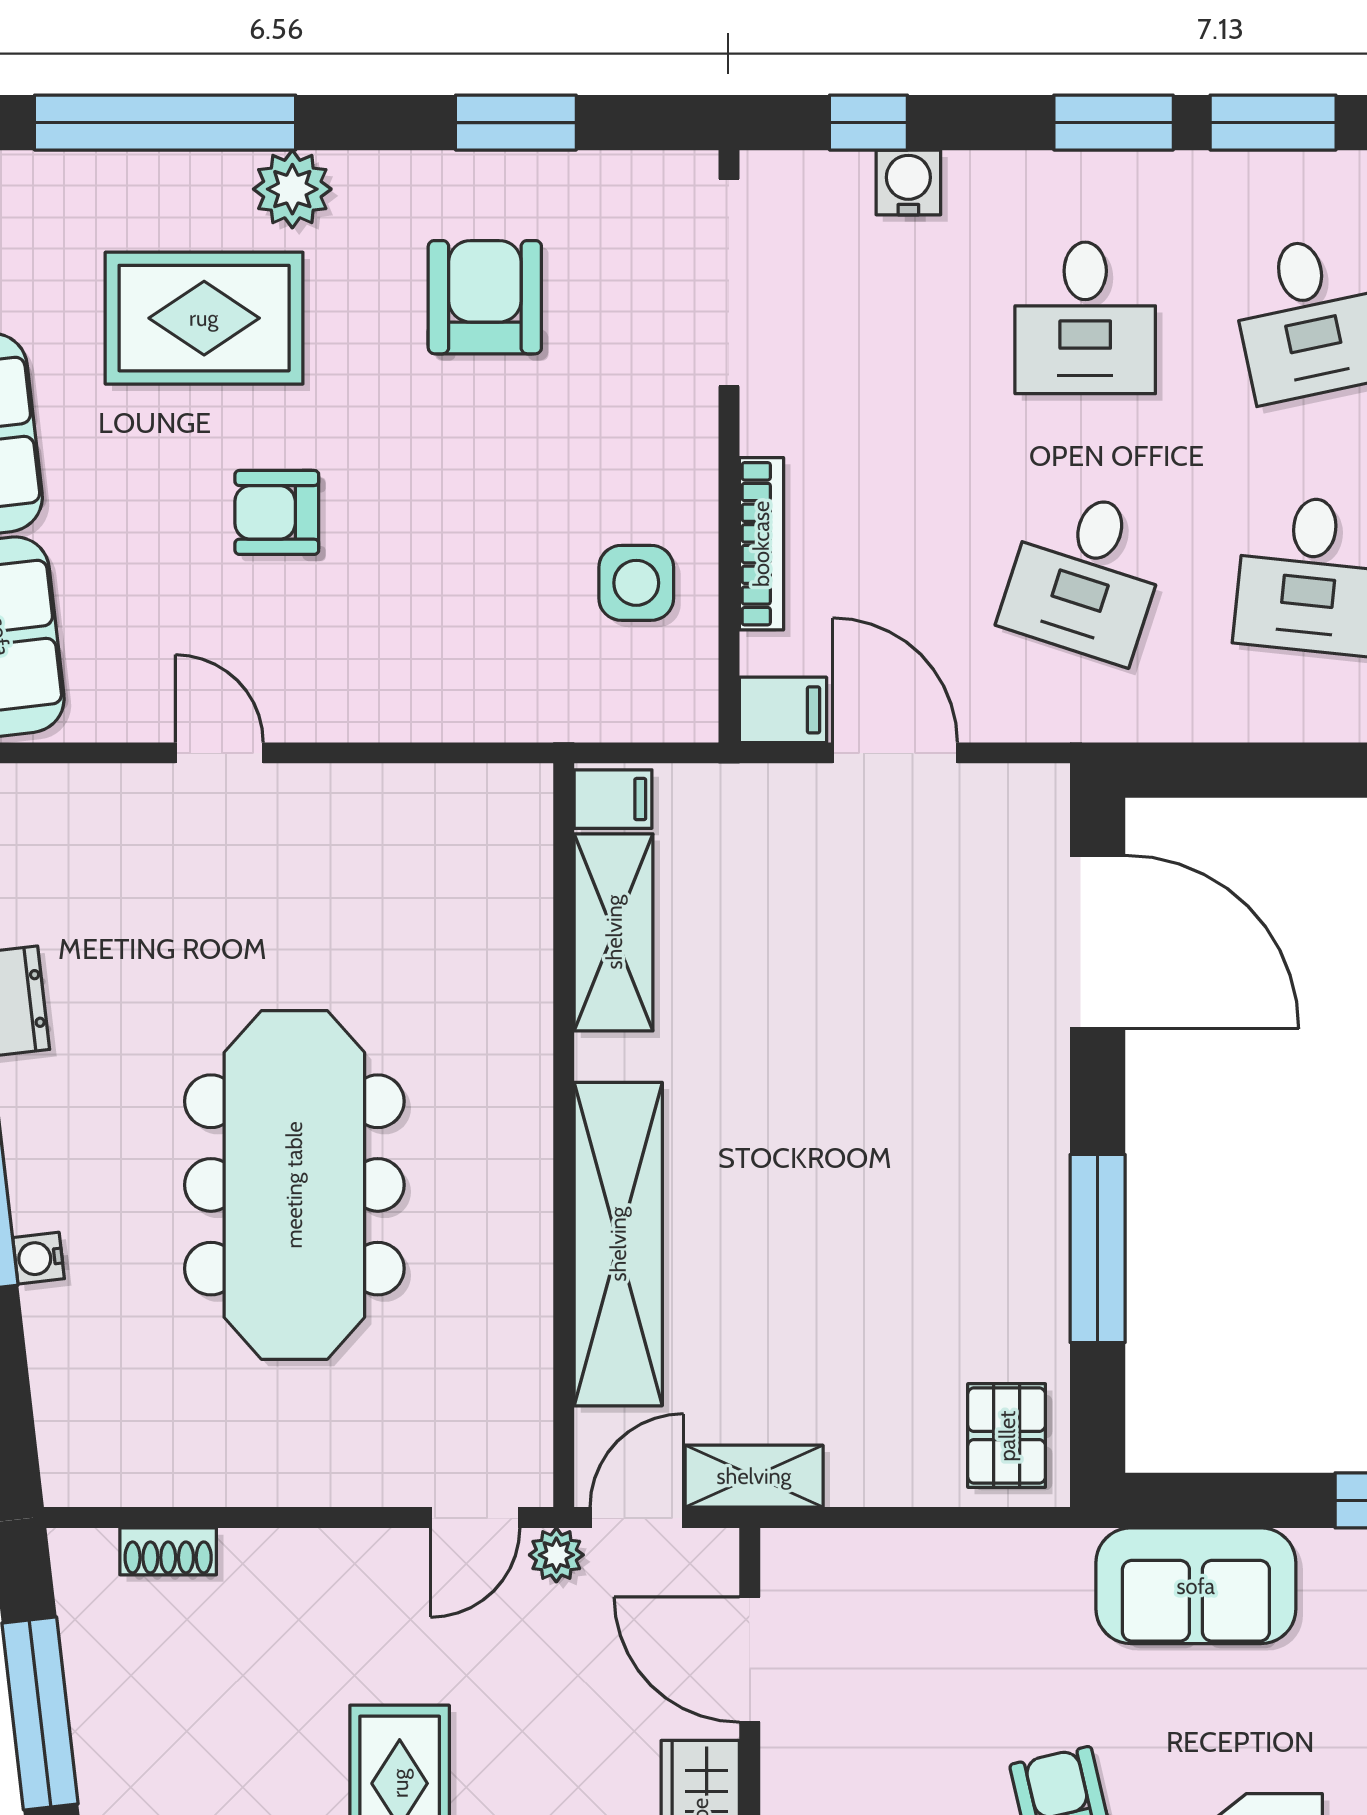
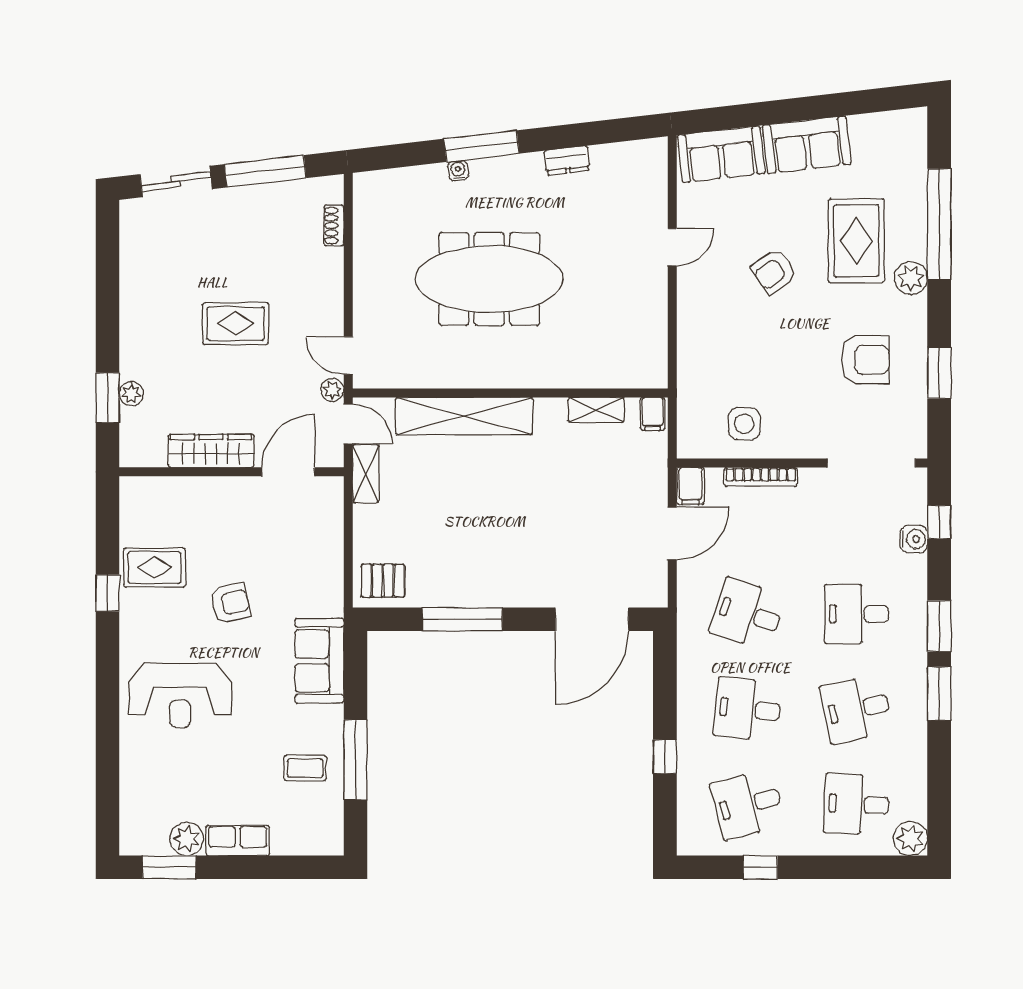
armchair: (277, 512) -> (774, 272), turned -124
shelving: (614, 932) -> (596, 410), width x0.67, depth x0.75

